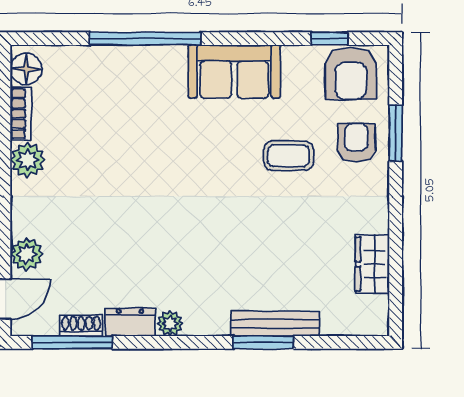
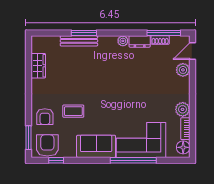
corner sofa: (127, 87) -> (141, 140), added
window: (396, 133) -> (29, 138), moved

